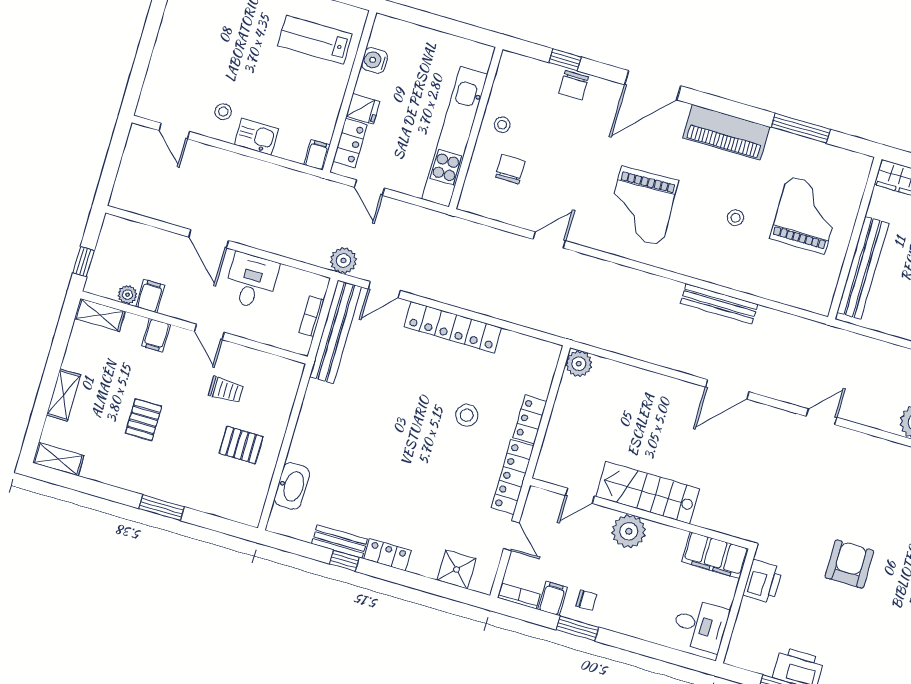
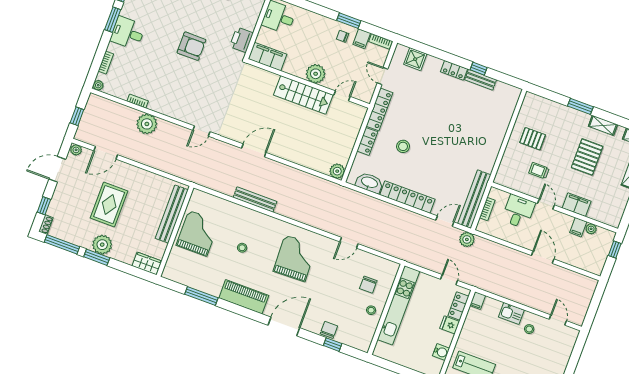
grand piano: (806, 215) -> (198, 233), moved, turned 180
desk: (251, 281) -> (518, 211), moved, turned 180
shelving: (100, 315) -> (603, 125), moved
filing cabinet: (156, 335) -> (577, 205), width x2.00
pallet: (144, 420) -> (587, 157), width x1.50, depth x1.42
washbasin: (292, 486) -> (369, 183), moved, turned 90
armchair: (849, 564) -> (191, 46), turned -90

